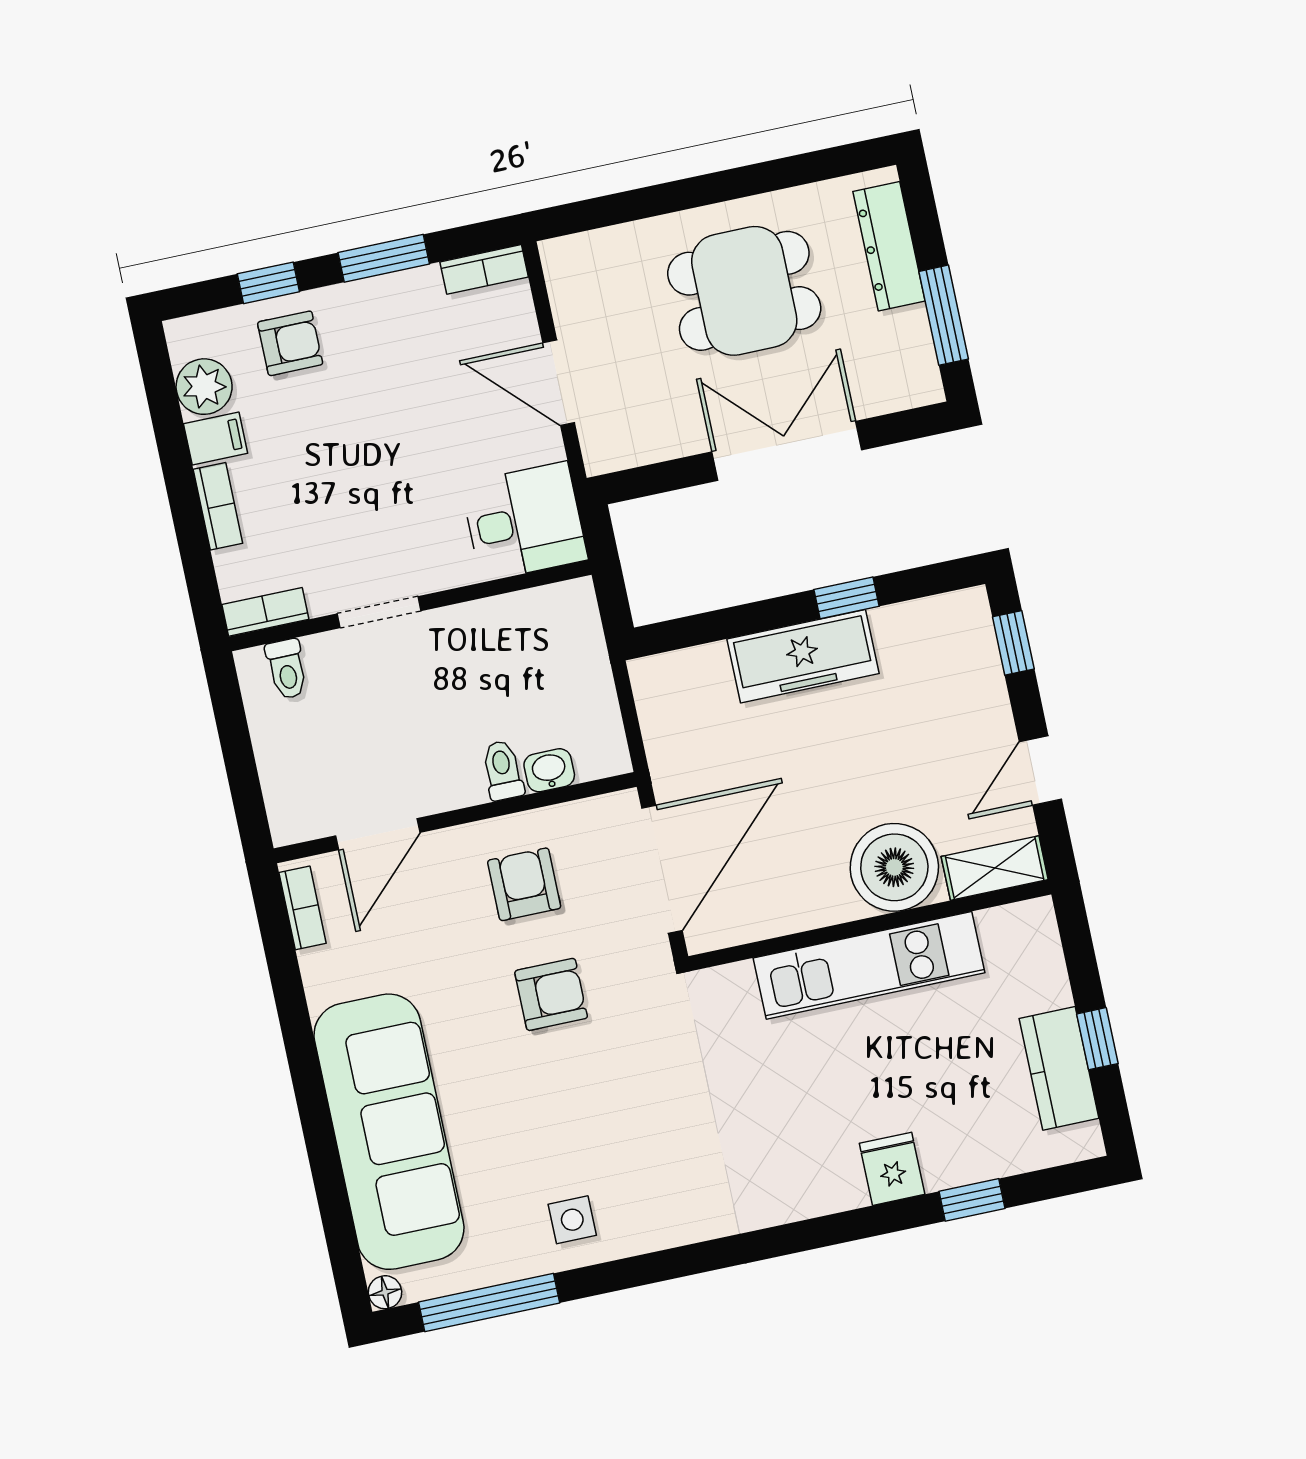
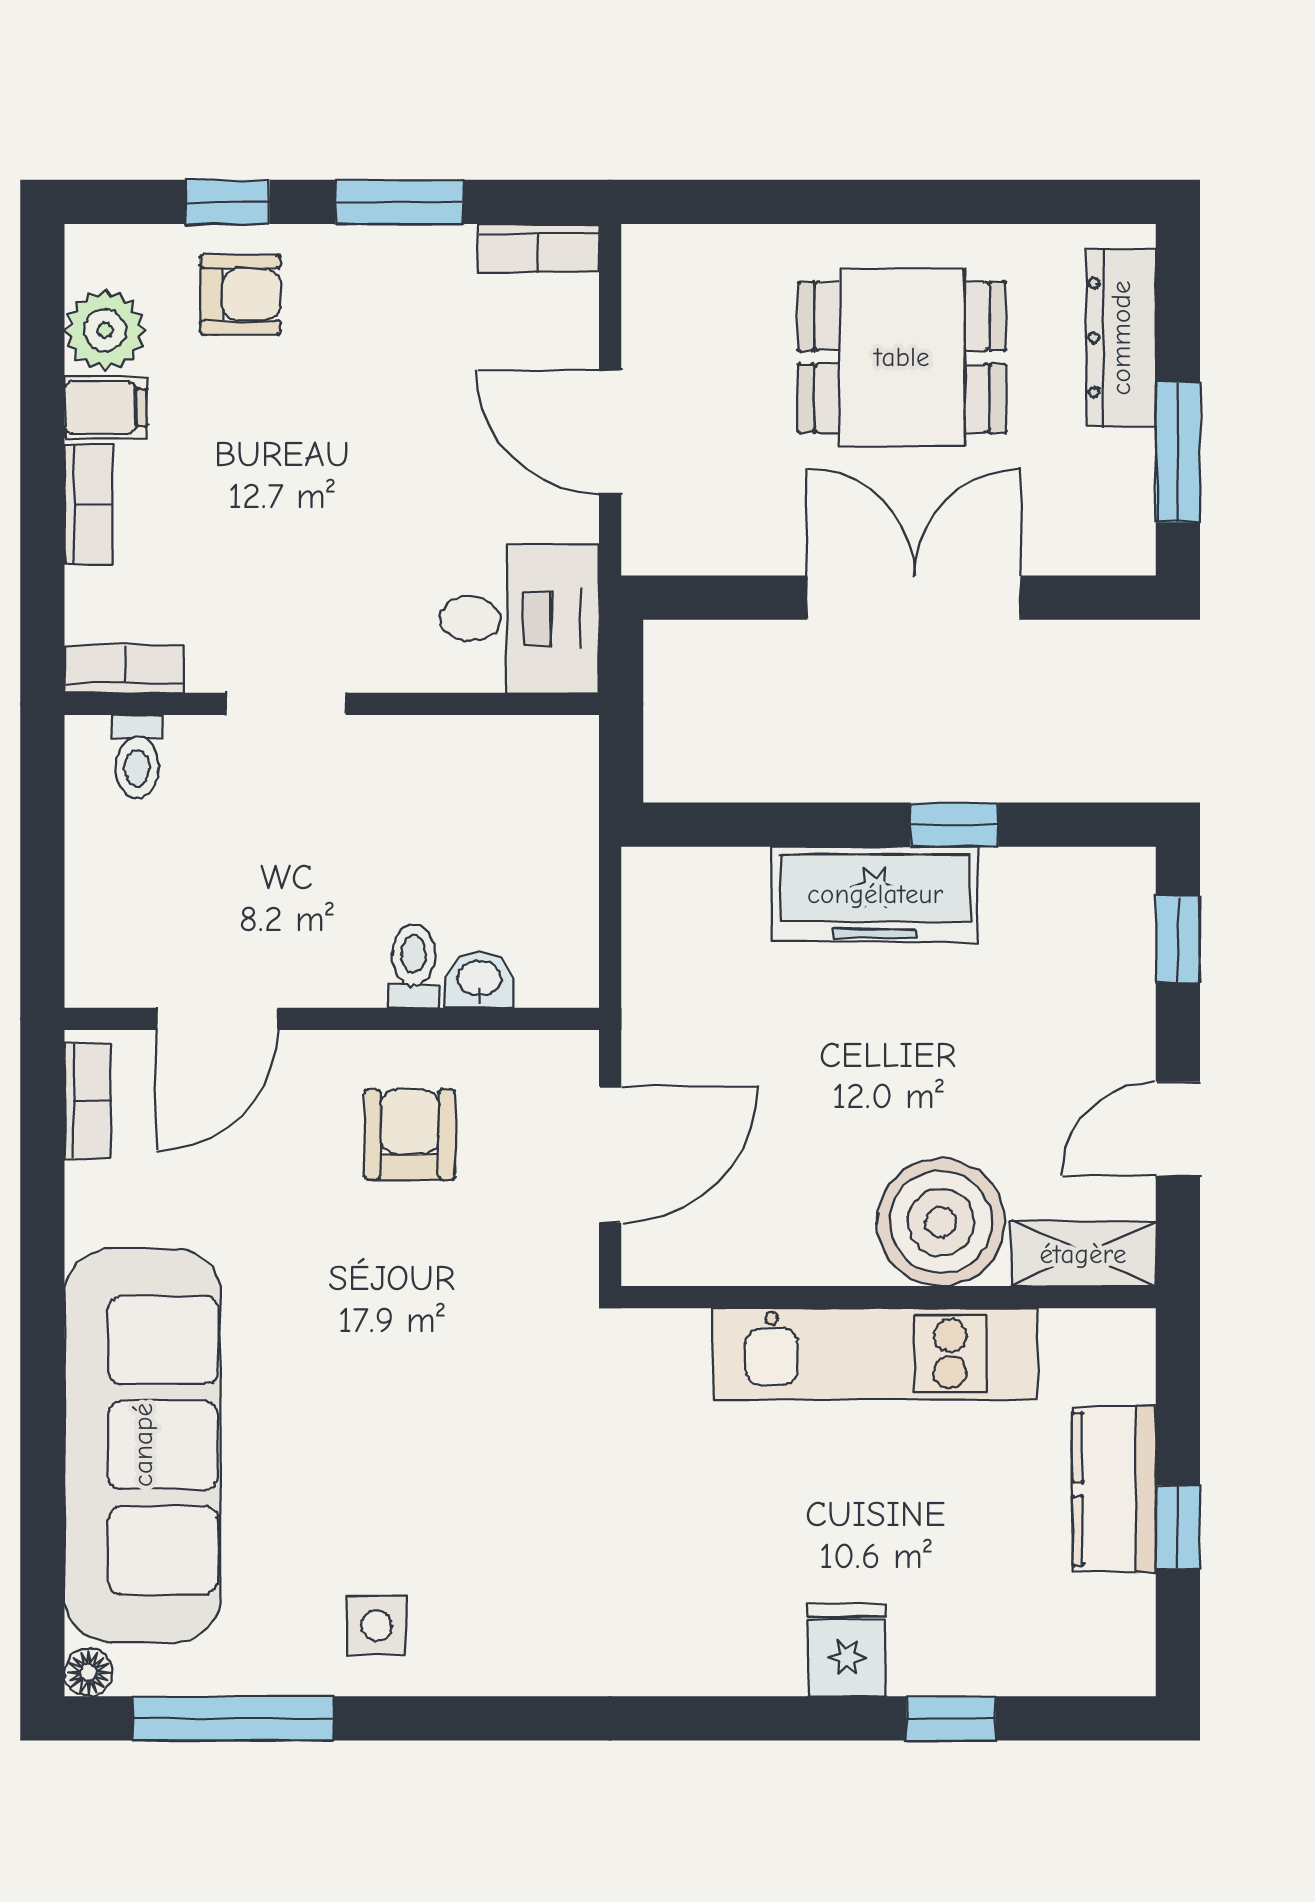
door: (662, 869) -> (610, 1155), width x0.73
armchair: (551, 994) -> (415, 1299), removed
kitchen counter: (1059, 1068) -> (1114, 1489), moved

